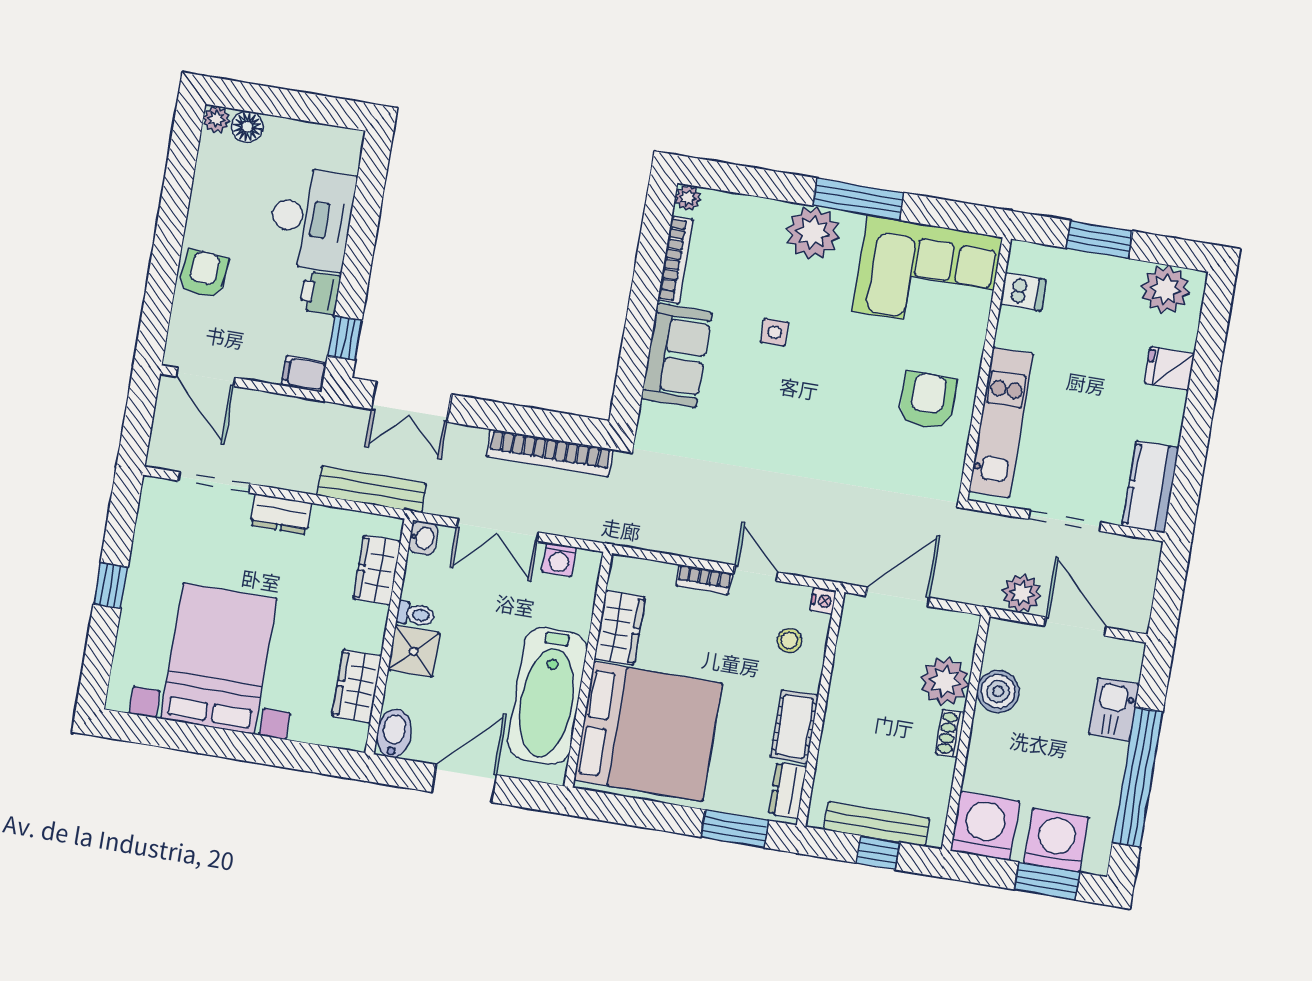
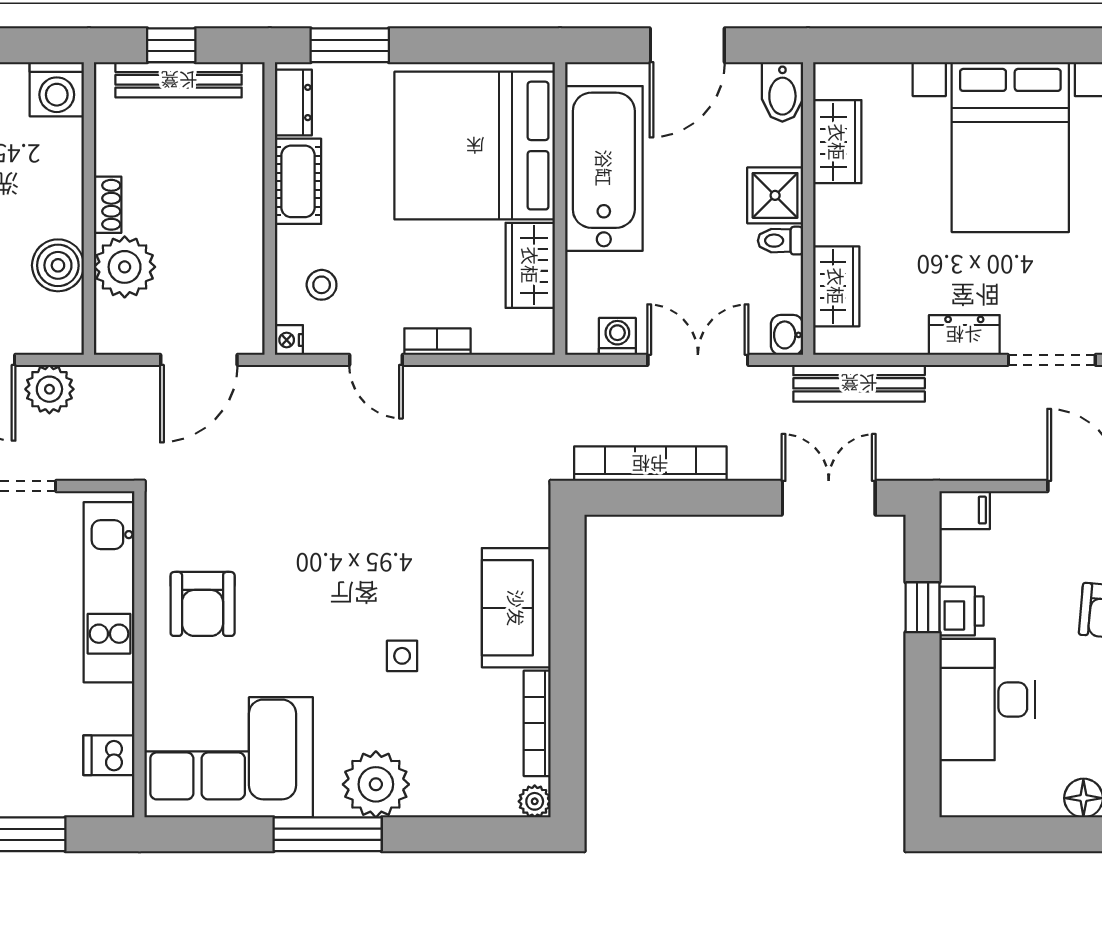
window: (345, 338) -> (922, 607), moved
washing machine: (985, 826) -> (57, 89), width x0.73, depth x0.73

